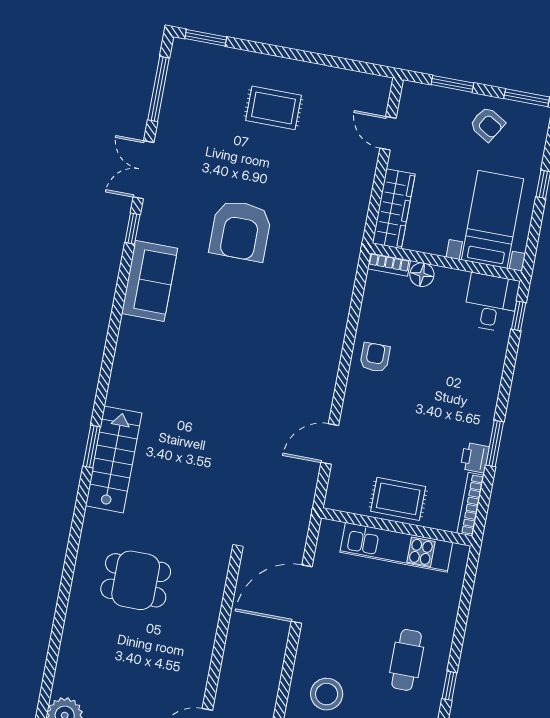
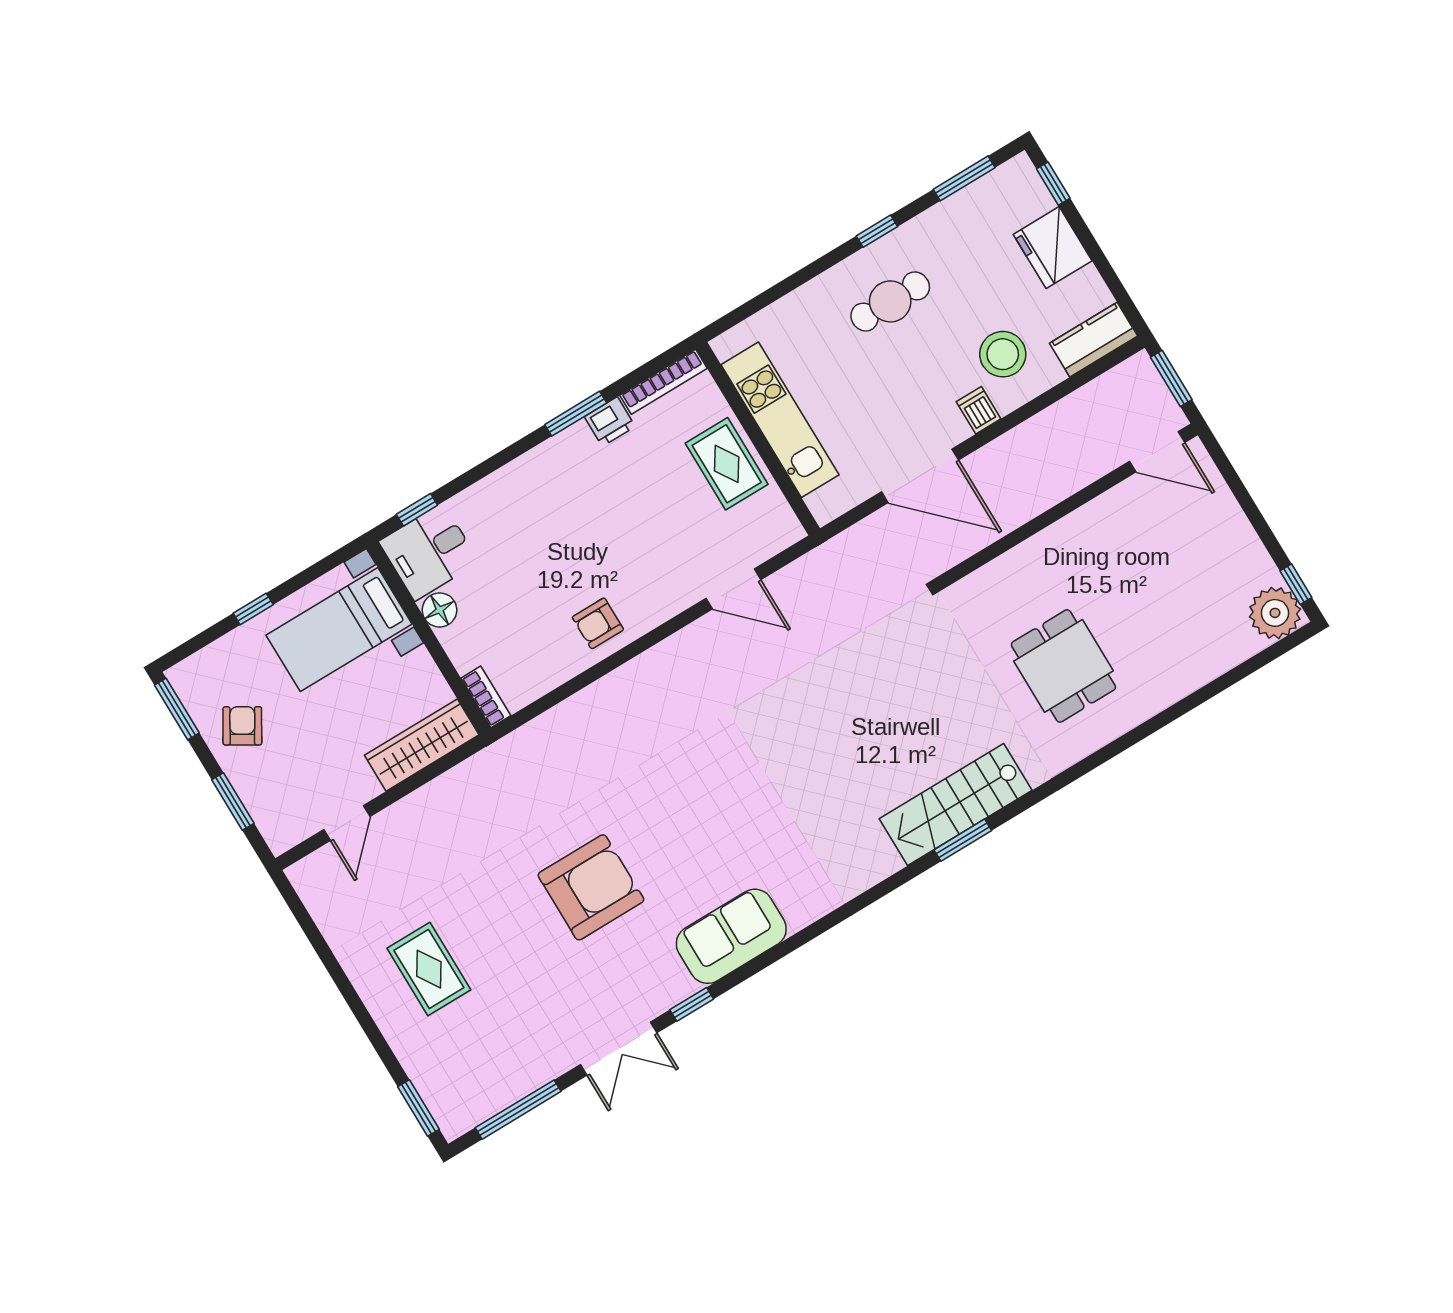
floor lamp: (422, 275) -> (440, 610), moved
dishwasher: (309, 655) -> (979, 410), added

